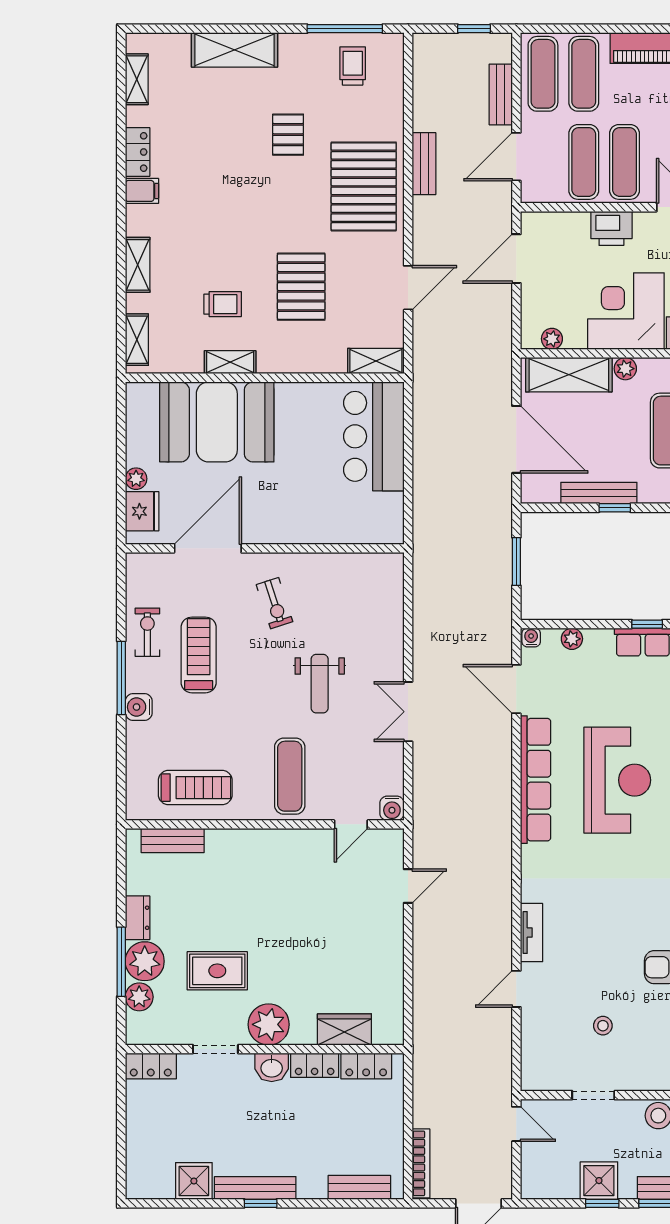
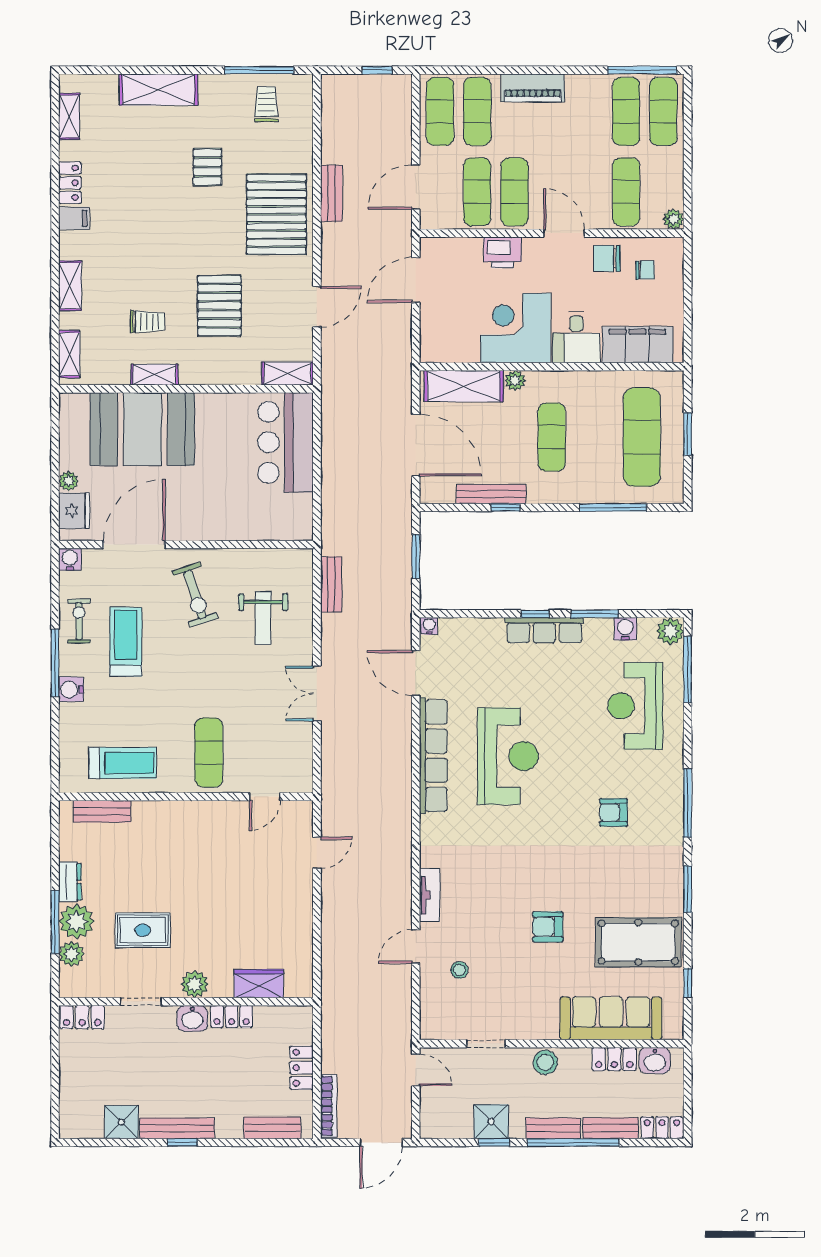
bench: (501, 94) -> (331, 584), moved
plant: (552, 339) -> (448, 353), removed
exercise bike: (275, 603) -> (195, 595), width x1.38, depth x1.39
plant: (572, 639) -> (466, 627), removed
weight bench: (320, 684) -> (263, 618), moved
water cooler: (392, 808) -> (70, 559), moved, turned 180
plant: (269, 1024) -> (195, 984), width x0.73, depth x0.73
stool: (603, 1026) -> (459, 970), moved
locker: (366, 1066) -> (302, 1068), moved, turned 90

